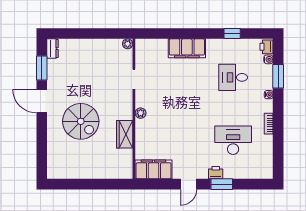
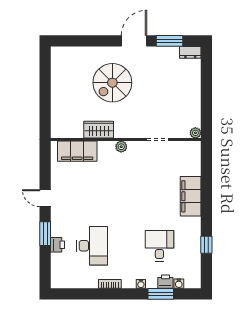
printer: (267, 47) -> (165, 282), moved
filing cabinet: (154, 169) -> (77, 151), moved, turned 90
printer: (216, 173) -> (57, 245), moved

